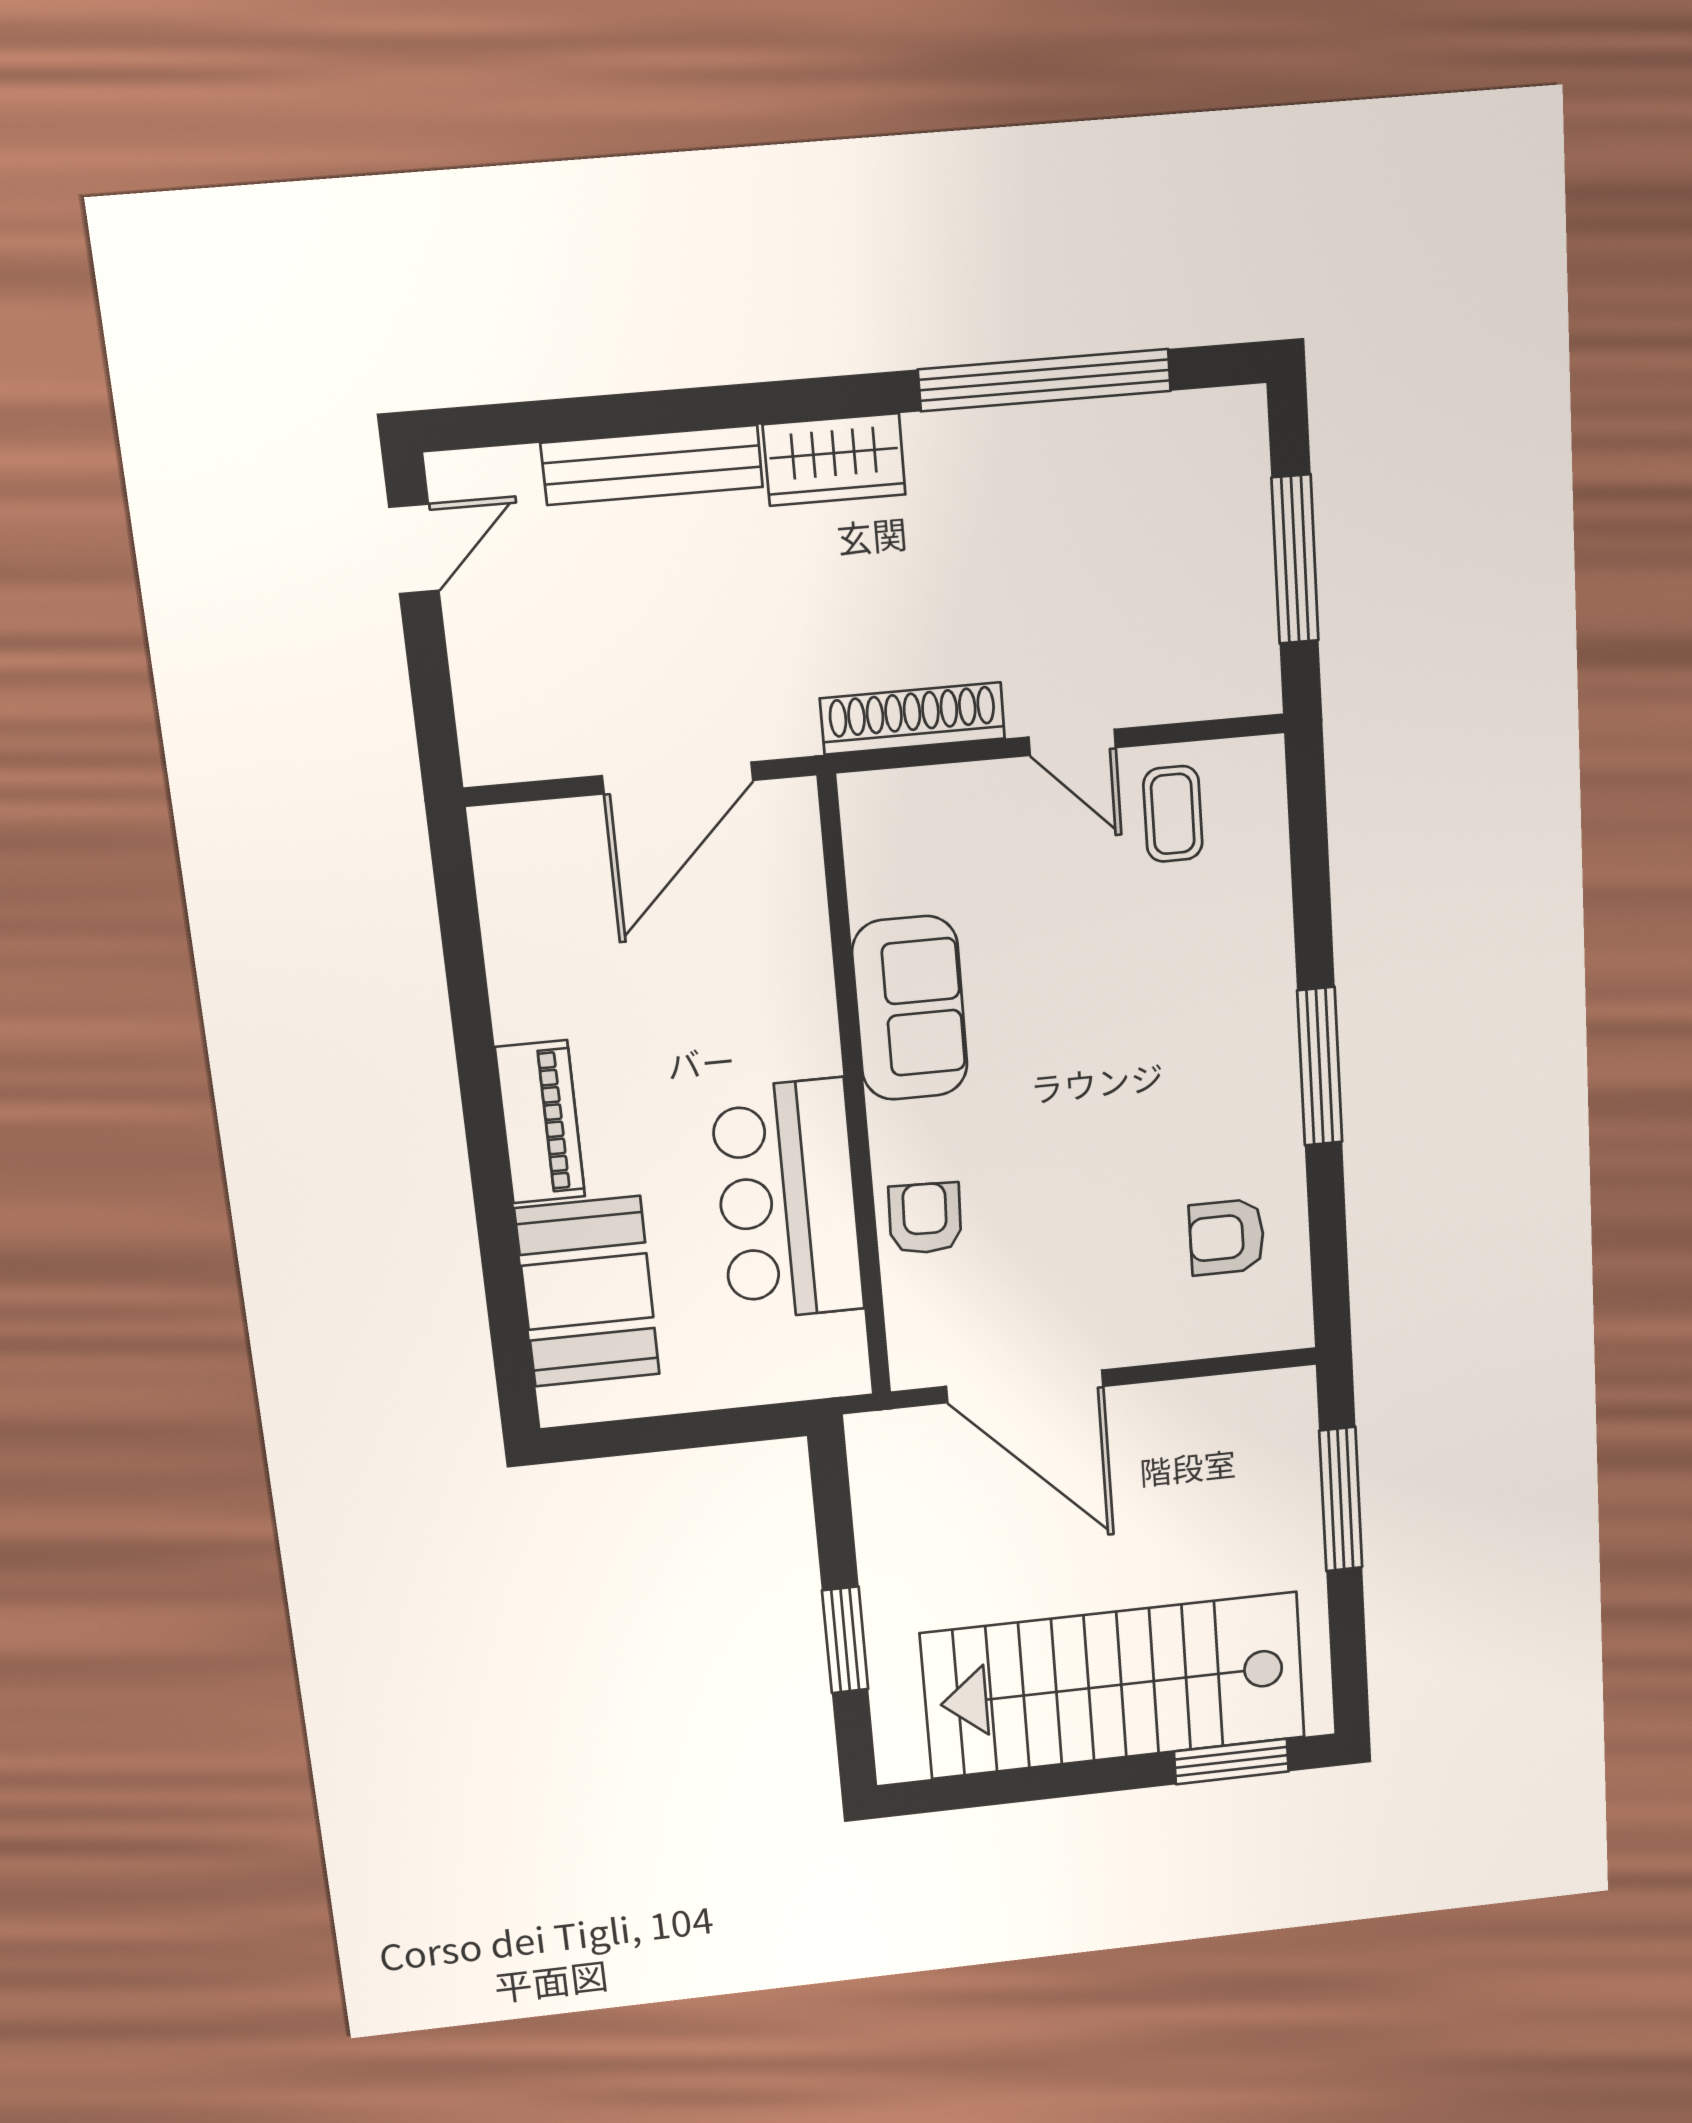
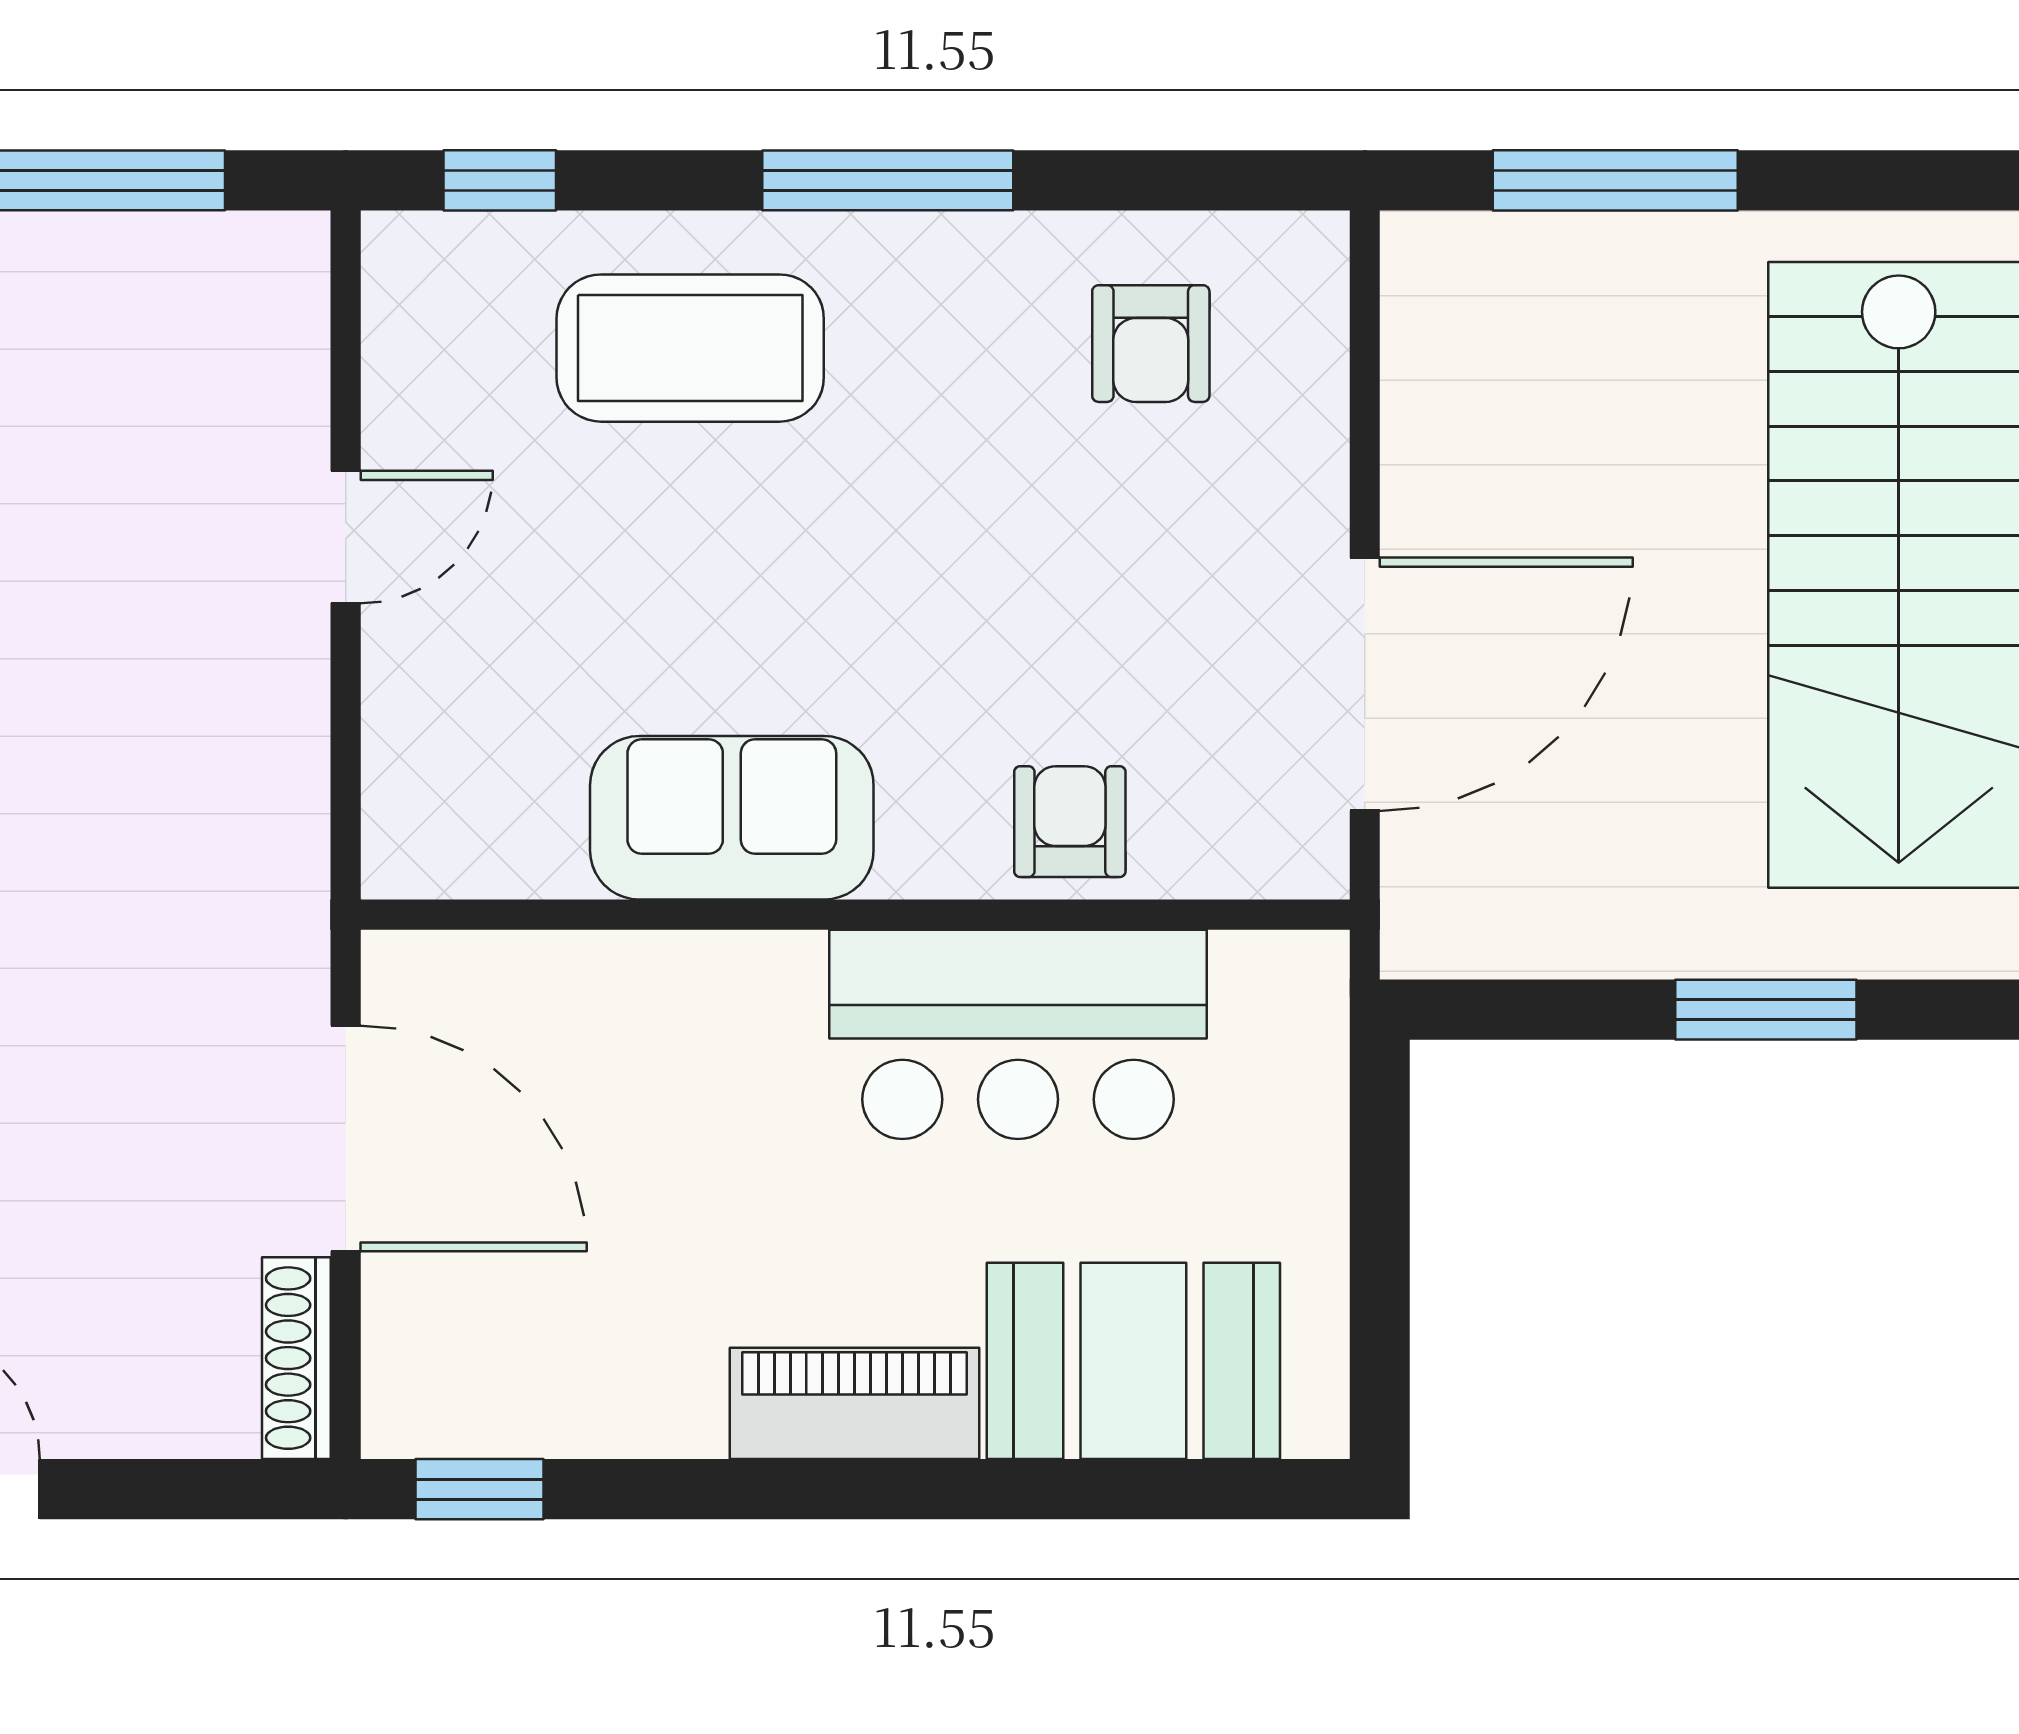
shoe rack: (913, 718) -> (296, 1358), moved, width x0.74, depth x0.81
coffee table: (1173, 814) -> (690, 348), moved, width x1.86, depth x1.72
window: (1308, 822) -> (500, 180), added
window: (455, 887) -> (479, 1489), added
armchair: (925, 1218) -> (1070, 822), turned 88

